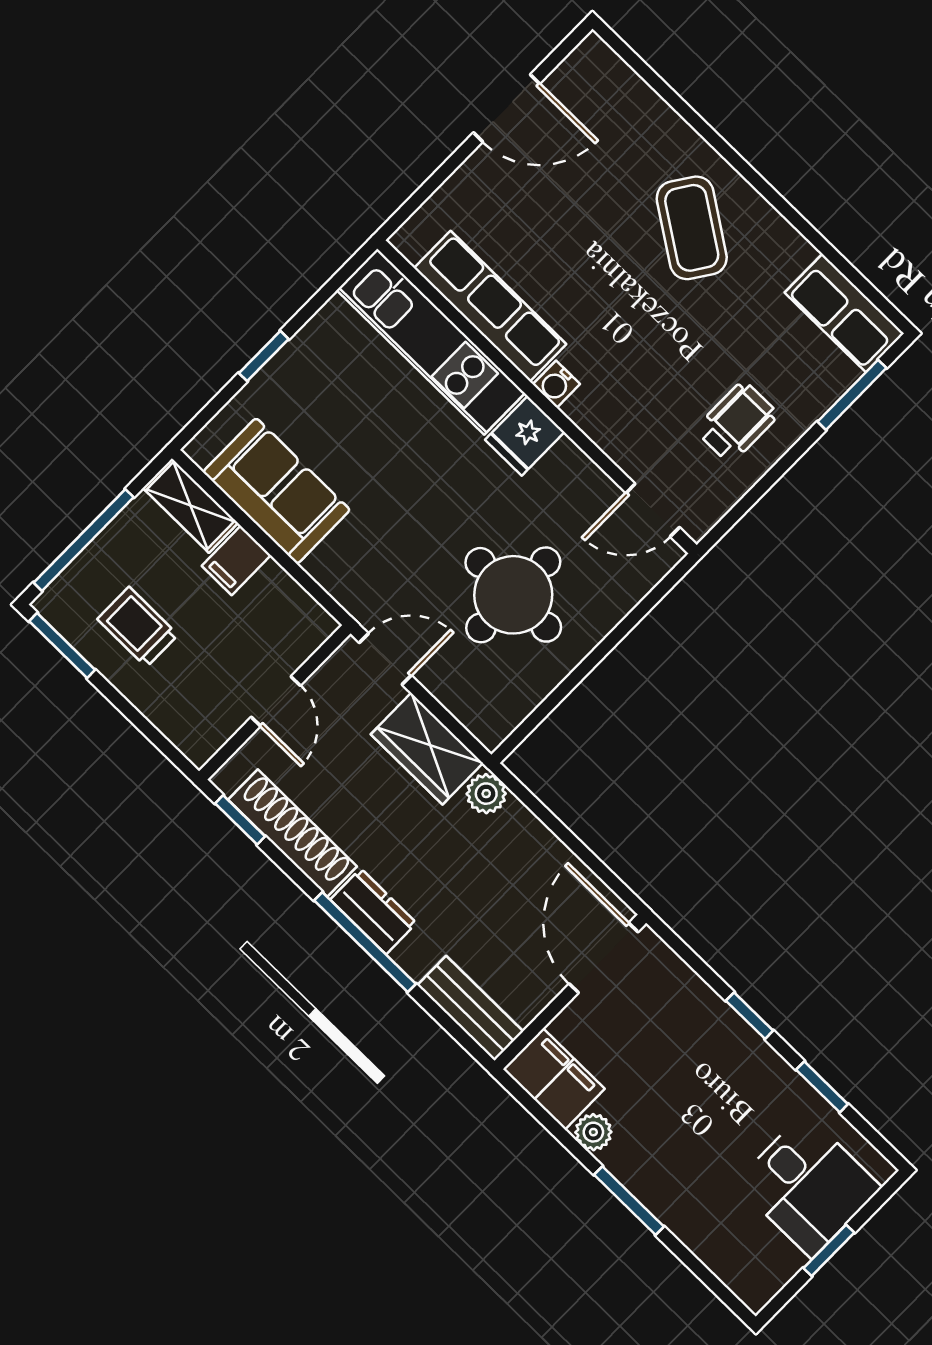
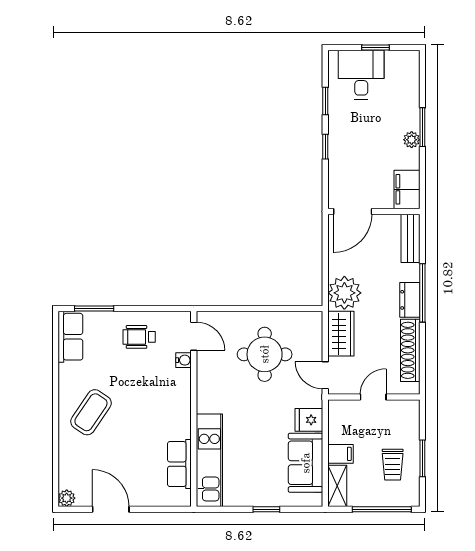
plant: (593, 55) -> (67, 498), added
row of seats: (490, 306) -> (179, 464), width x0.68
water cooler: (556, 384) -> (184, 360), moved
fridge: (525, 436) -> (309, 420), moved, turned 180
window: (62, 646) -> (422, 458), moved
plant: (486, 794) -> (344, 293), width x1.88, depth x1.88
window: (240, 820) -> (422, 371), removed
plant: (593, 1132) -> (412, 140), moved

